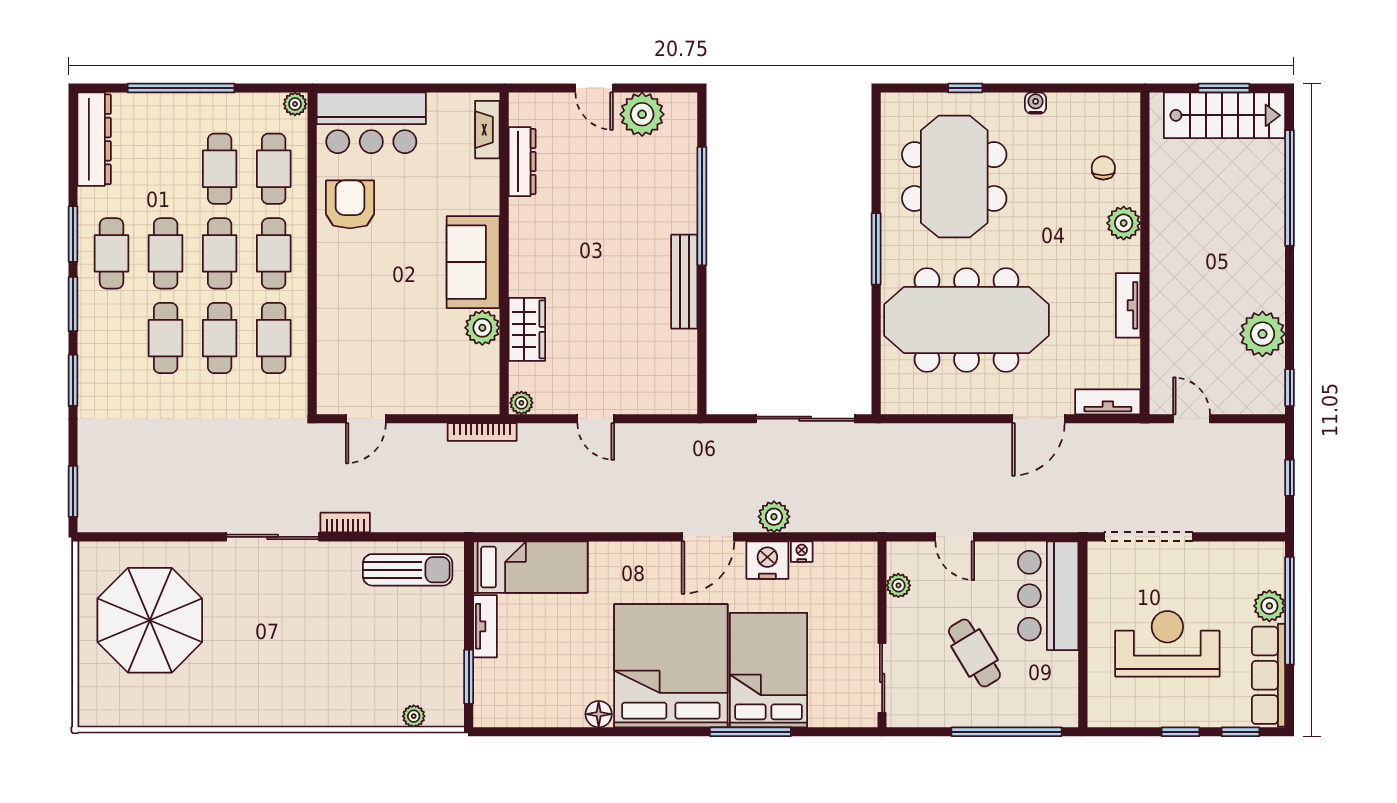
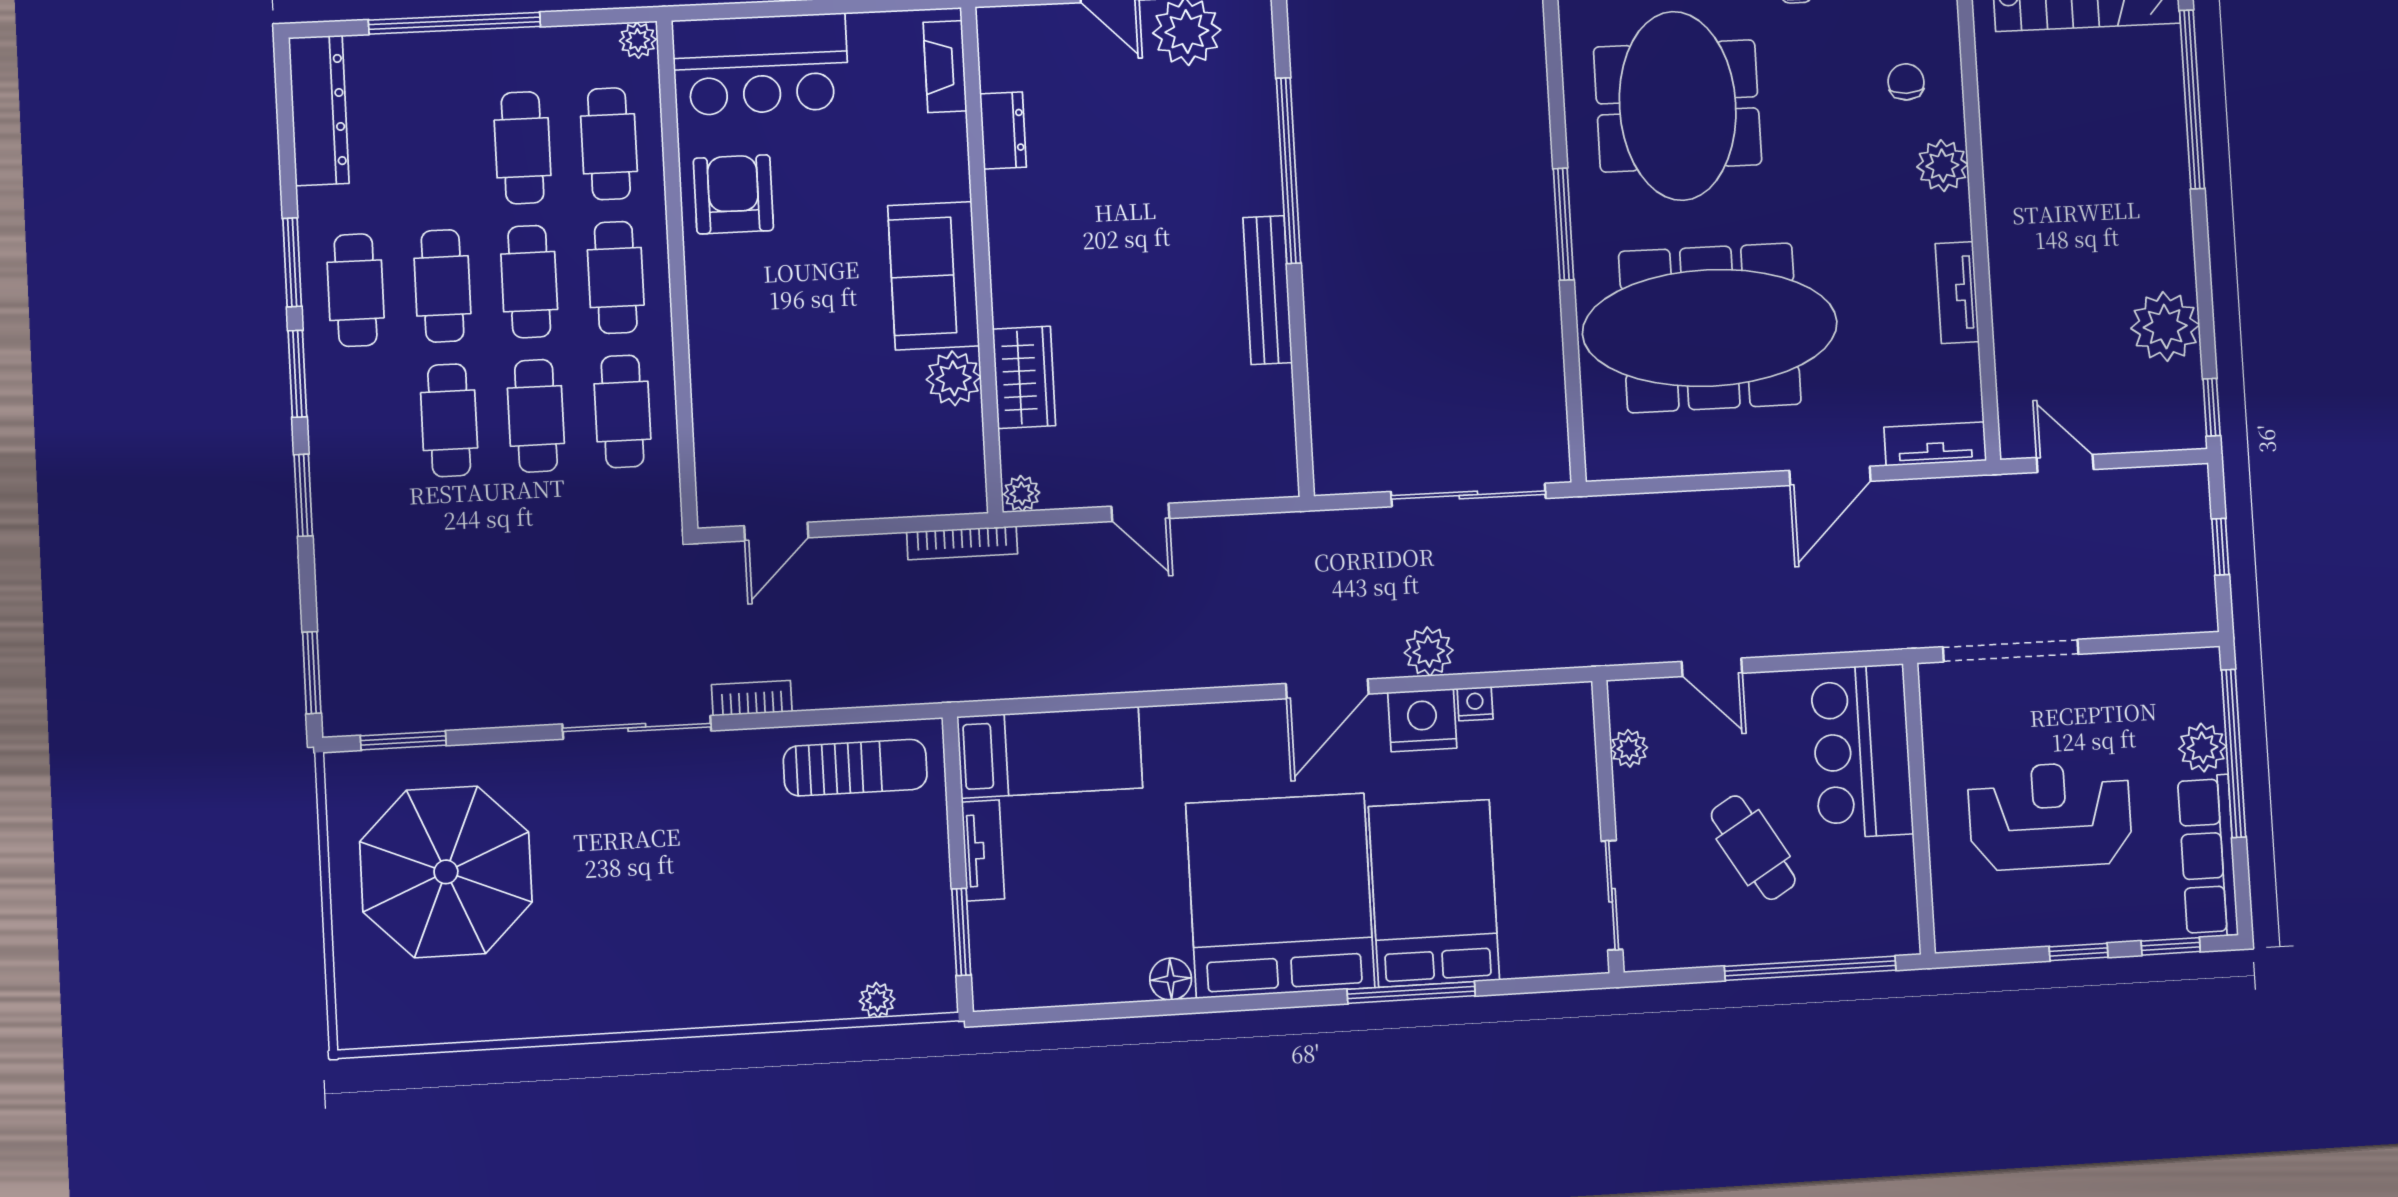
dresser: (522, 162) -> (1003, 131), width x0.70
window: (128, 537) -> (403, 740), added

